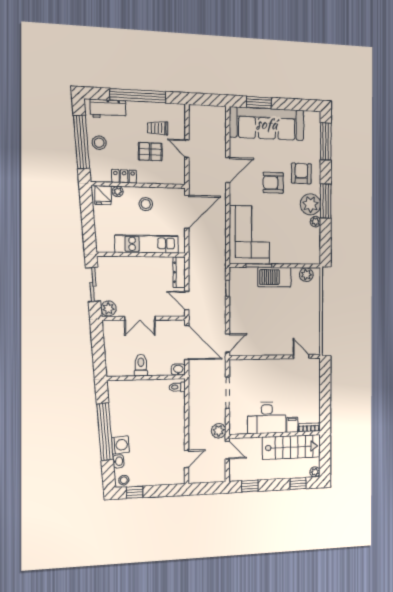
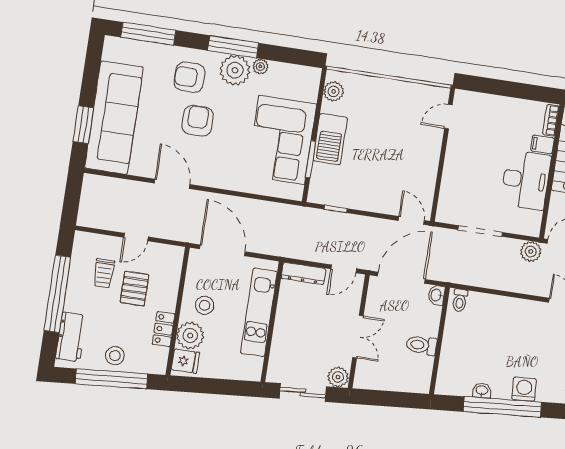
armchair: (273, 183) -> (198, 121), turned 180
plant: (118, 191) -> (190, 335), width x1.88, depth x1.88
corner sofa: (249, 235) -> (282, 140), moved, turned -90
washbasin: (118, 461) -> (482, 391), moved

